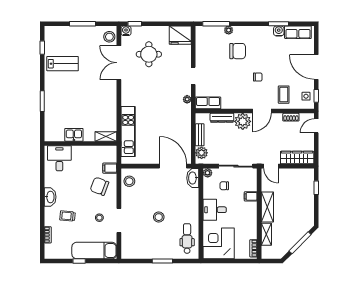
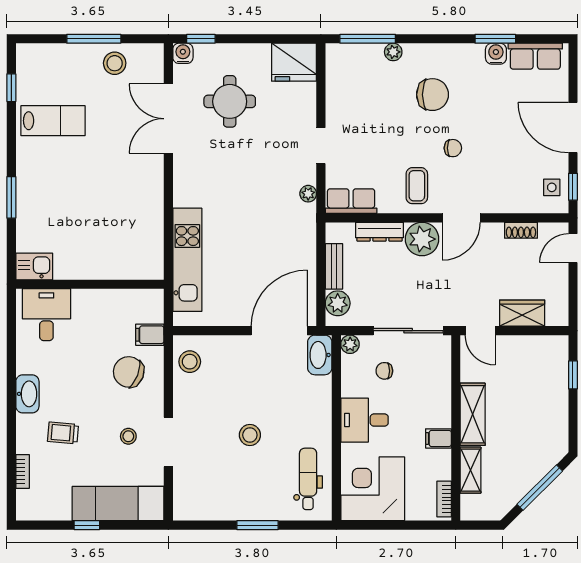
stool: (109, 37) -> (115, 63), moved
chair: (238, 51) -> (432, 95), moved
coffee table: (284, 95) -> (417, 186), moved
kitchen sink: (74, 135) -> (34, 266), moved
shelving: (106, 136) -> (142, 270), removed
wardrobe: (297, 158) -> (522, 313), width x0.67
door: (173, 166) -> (279, 331), hinge flipped
filing cabinet: (251, 196) -> (438, 438), moved

